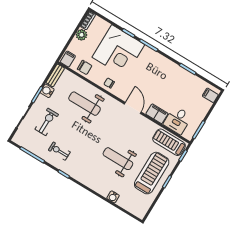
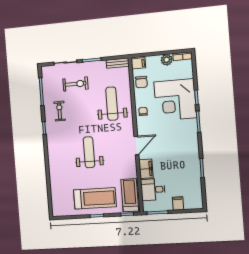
water cooler: (47, 91) -> (100, 66), removed
filing cabinet: (210, 95) -> (178, 203), moved
weight bench: (118, 159) -> (89, 152), moved
water cooler: (113, 197) -> (54, 180), removed

